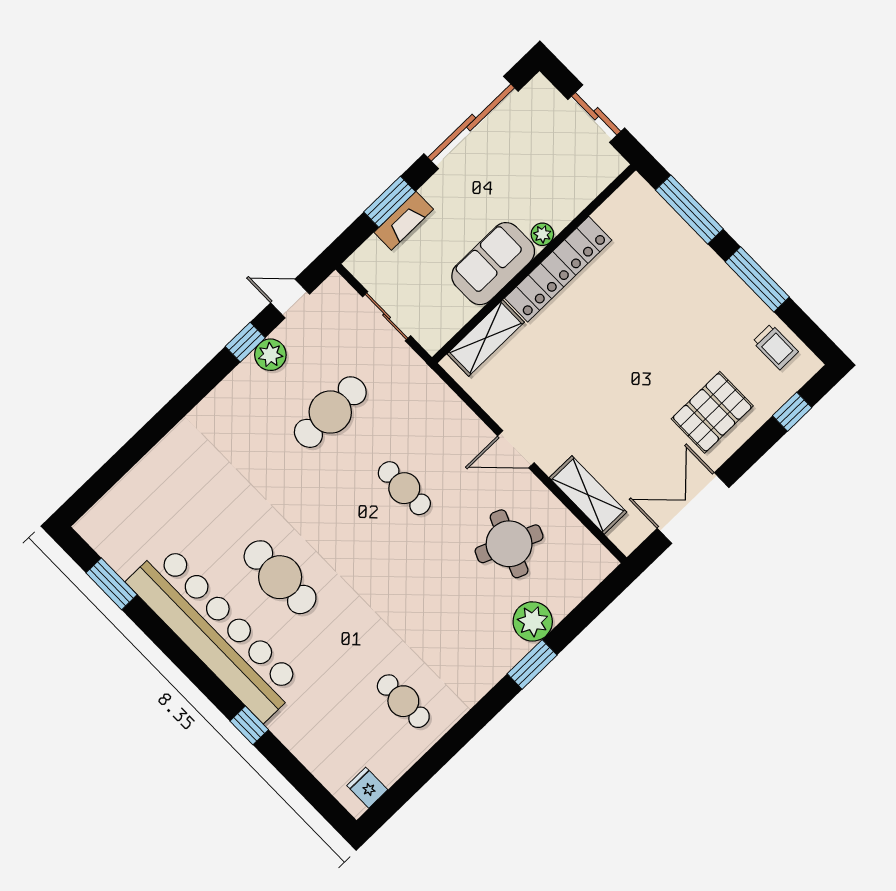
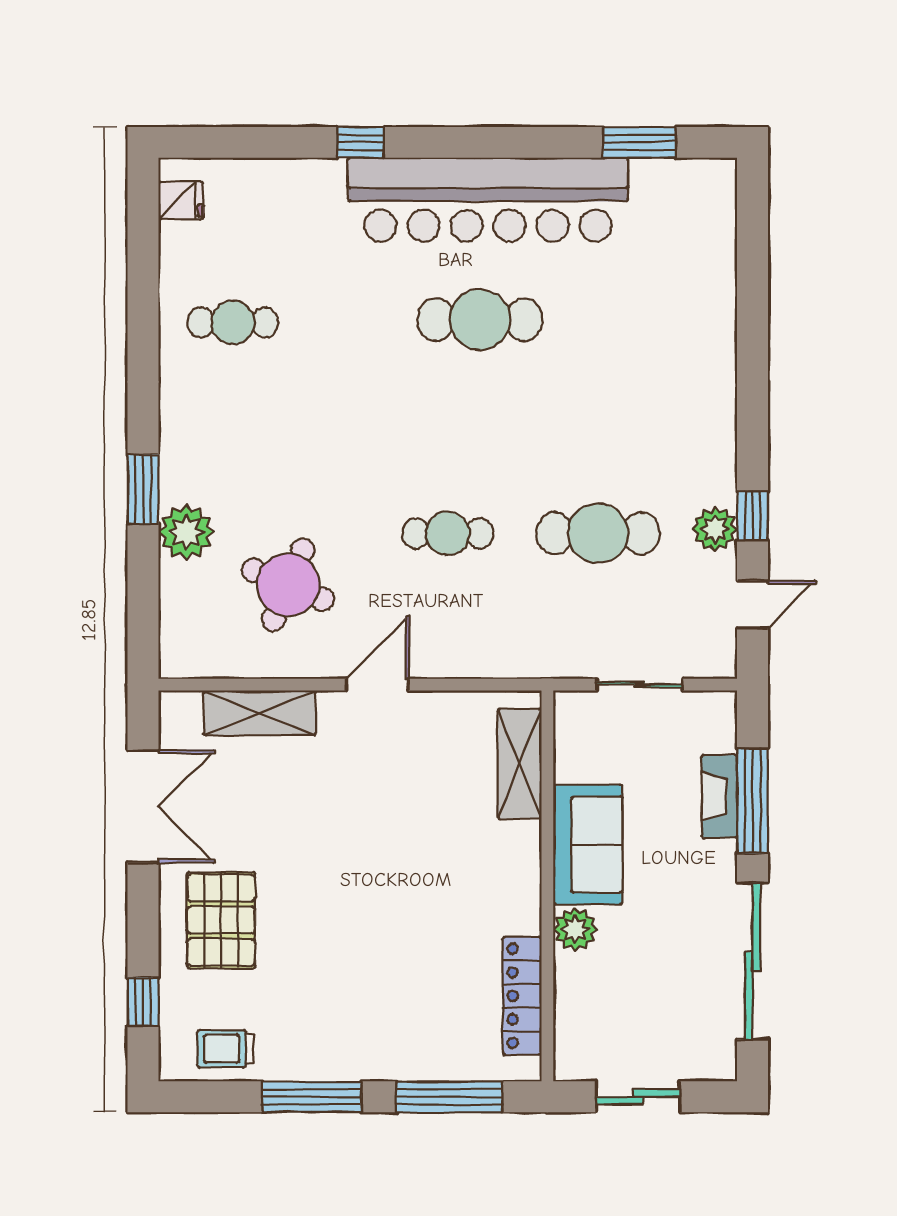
window: (390, 202) -> (753, 801), width x1.44
plant: (542, 234) -> (575, 929), width x1.38, depth x1.38
locker: (558, 269) -> (522, 996), moved, width x0.71, depth x0.83
cafe table: (330, 412) -> (598, 533), turned 90

